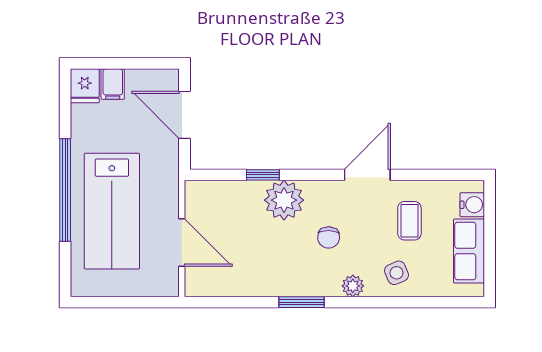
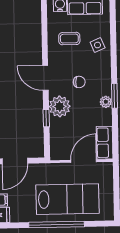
door: (367, 175) -> (45, 78), moved
row of seats: (215, 282) -> (105, 143), added
plant: (353, 286) -> (106, 102), moved

